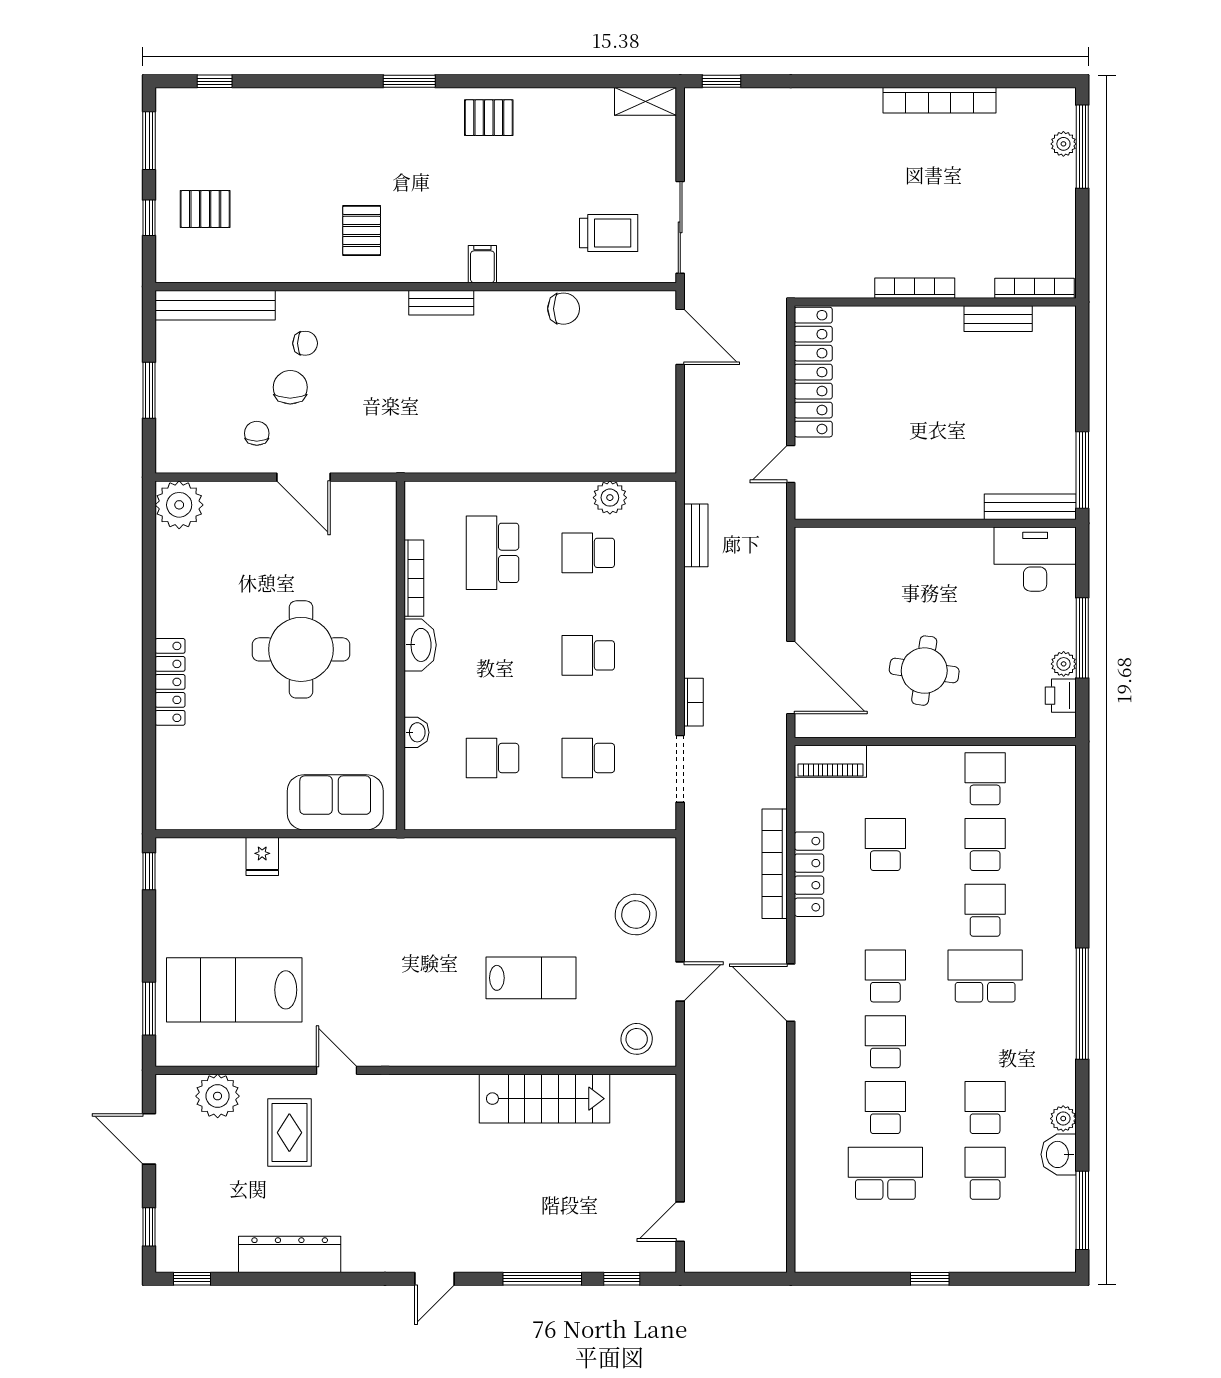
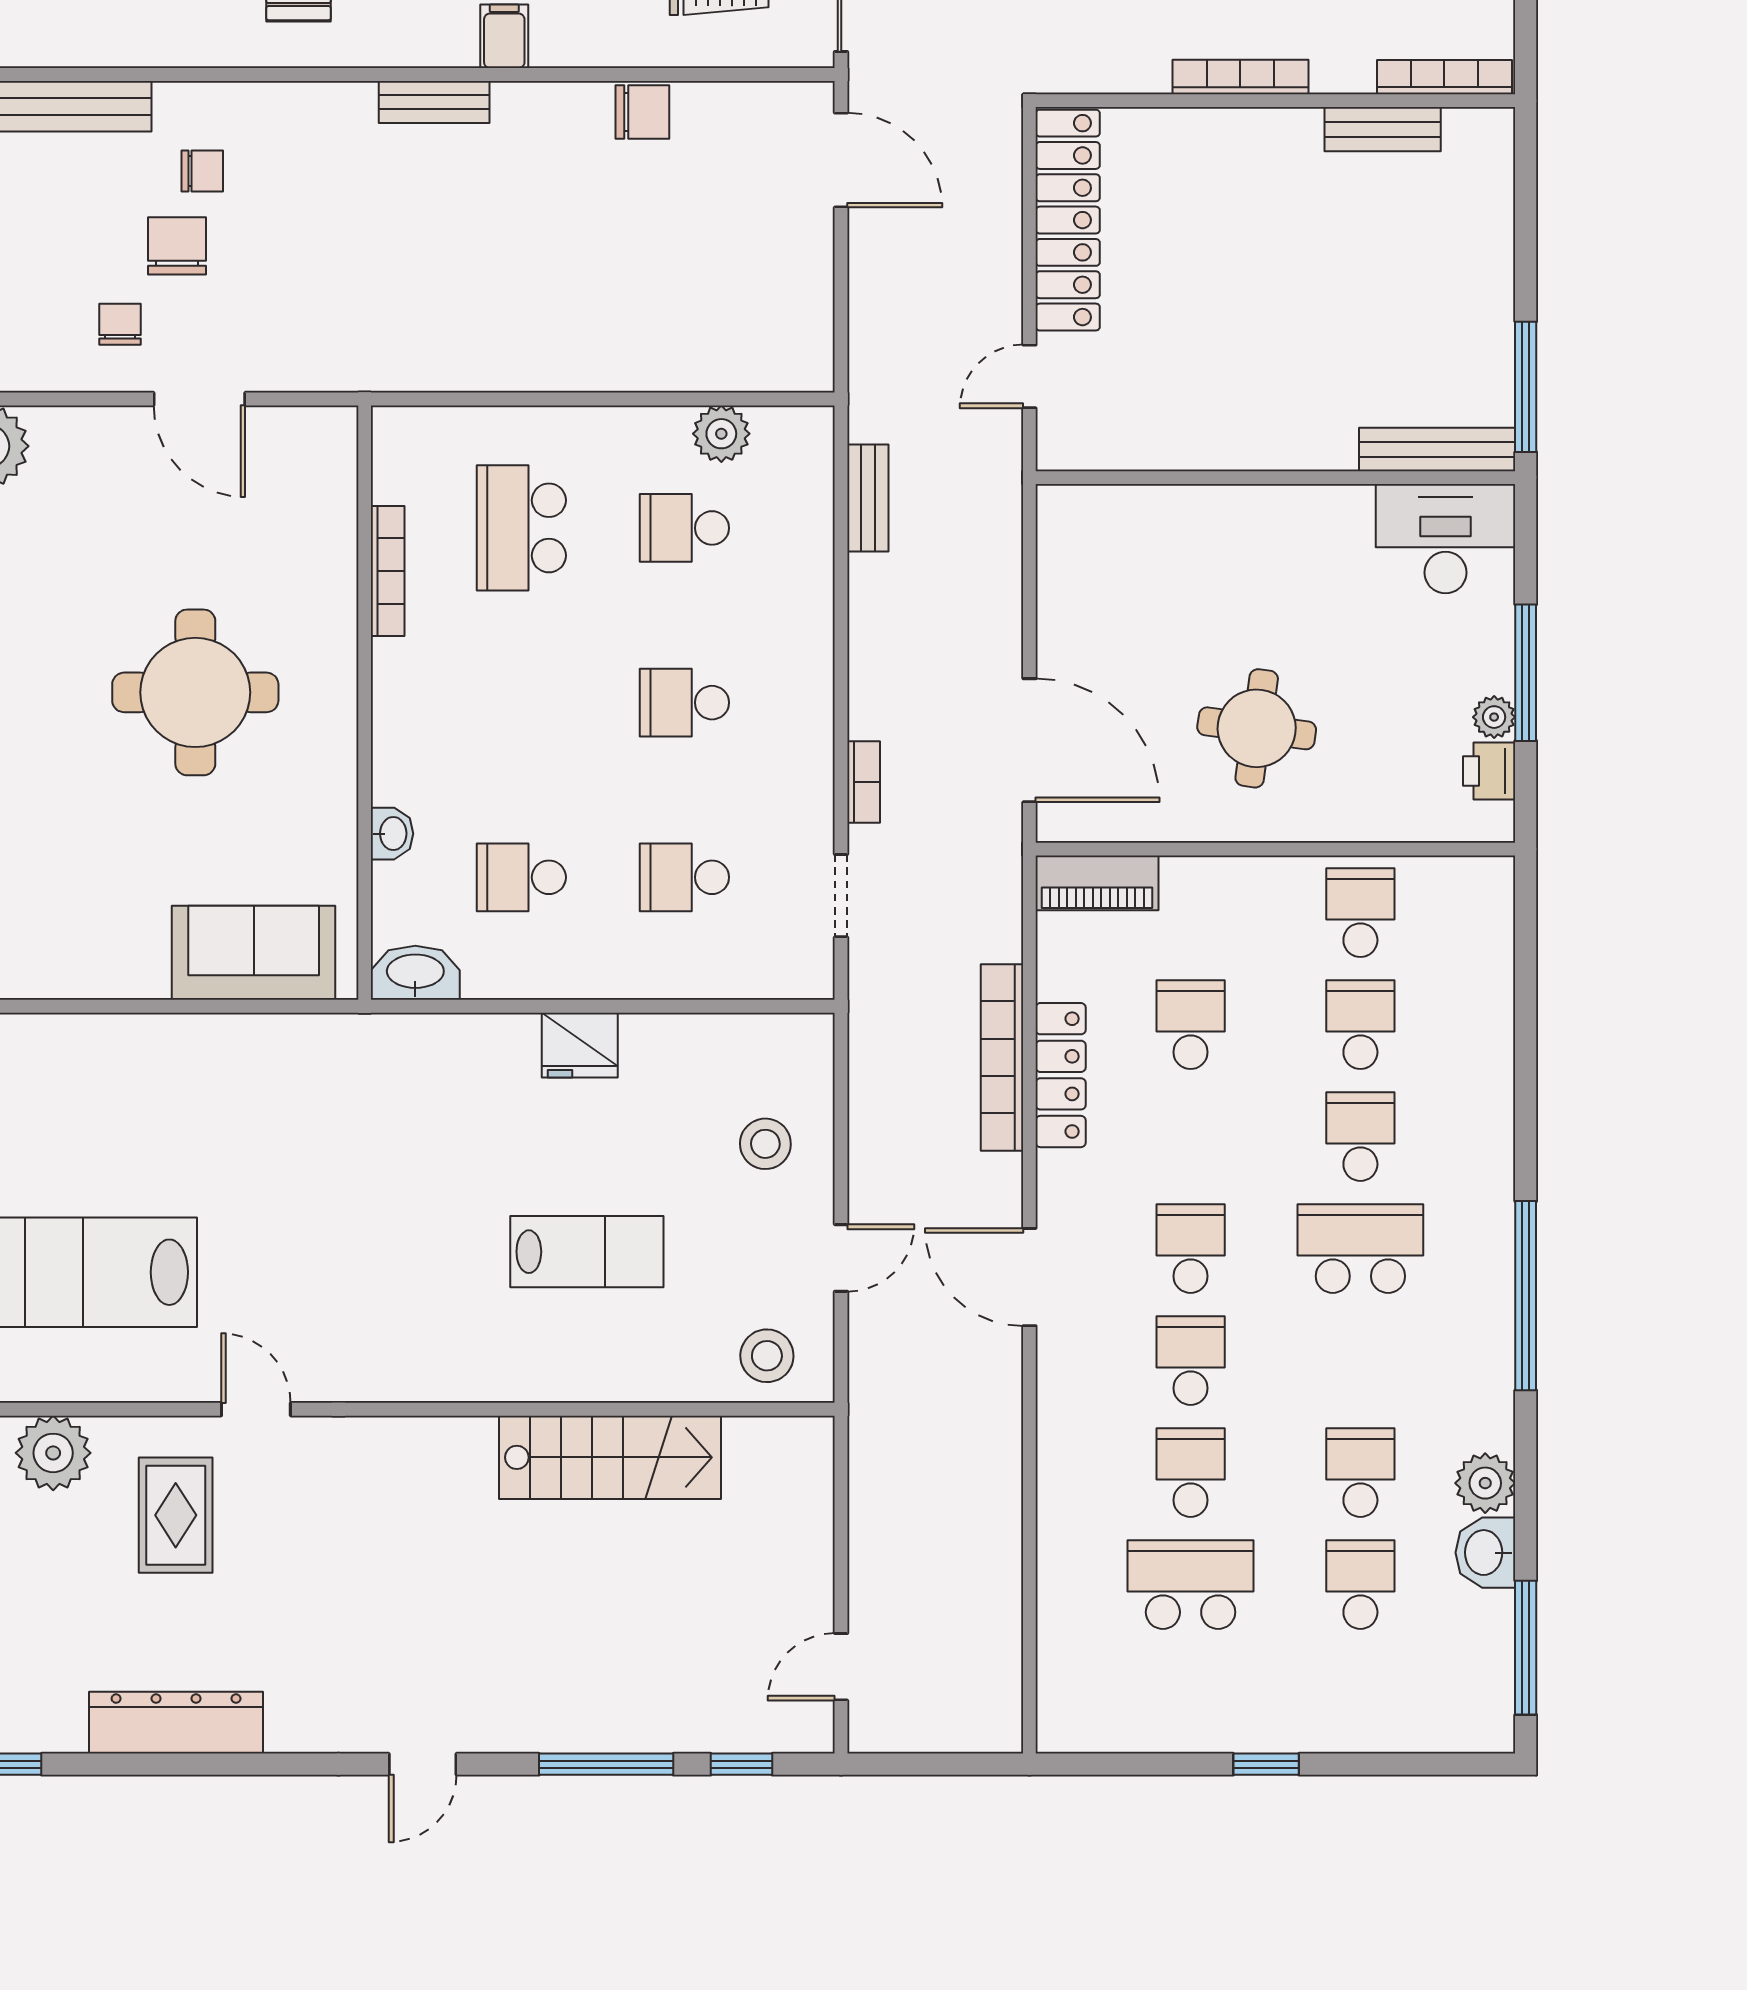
washbasin: (420, 645) -> (415, 973), moved, turned -90
doorway: (680, 769) -> (841, 896), width x0.73
fridge: (262, 857) -> (580, 1045), moved, width x1.38
stool: (636, 914) -> (765, 1144), width x0.73, depth x0.73
plant: (1063, 1119) -> (1485, 1483), width x1.38, depth x1.38

